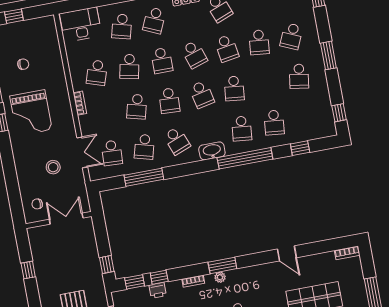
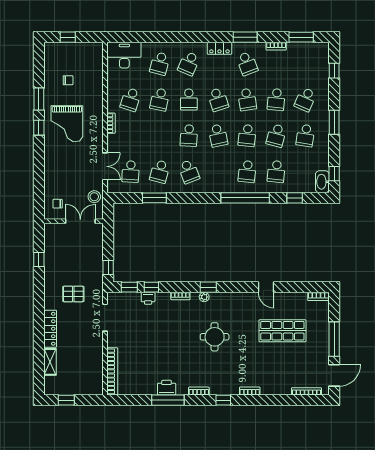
school desk: (137, 107) -> (276, 135), moved
washbasin: (212, 151) -> (322, 182), moved, turned -90
stool: (53, 167) -> (94, 197), moved
window: (144, 177) -> (154, 198), width x0.69
window: (222, 265) -> (208, 287), width x0.67

